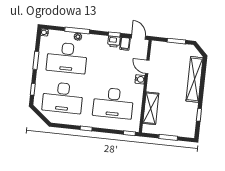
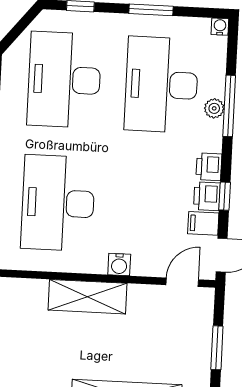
printer: (102, 40) -> (209, 167), added
door: (147, 67) -> (182, 282), moved
shelving: (151, 108) -> (87, 297), moved

